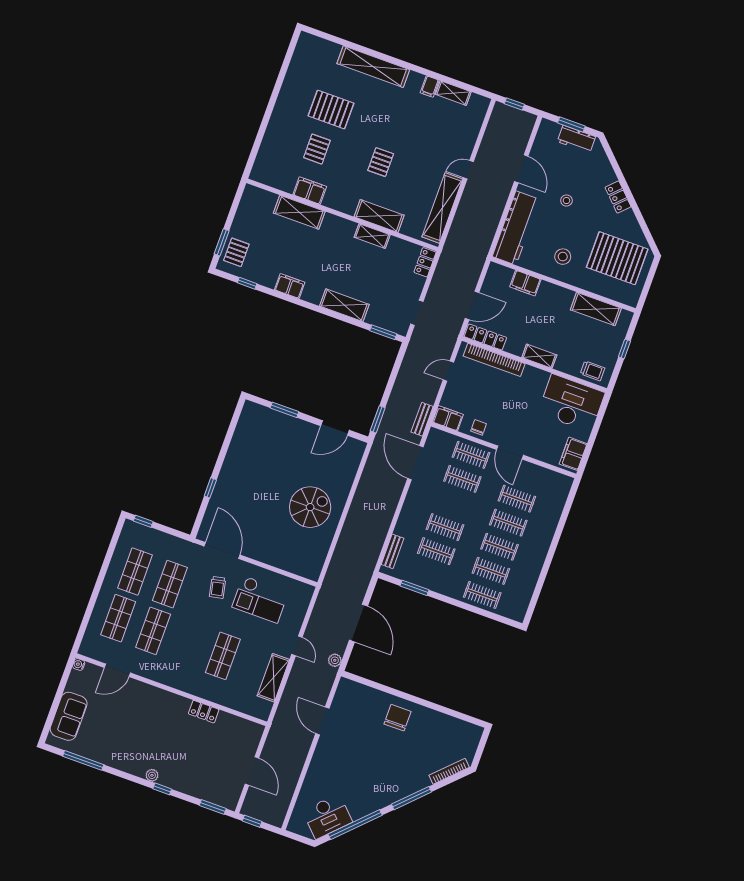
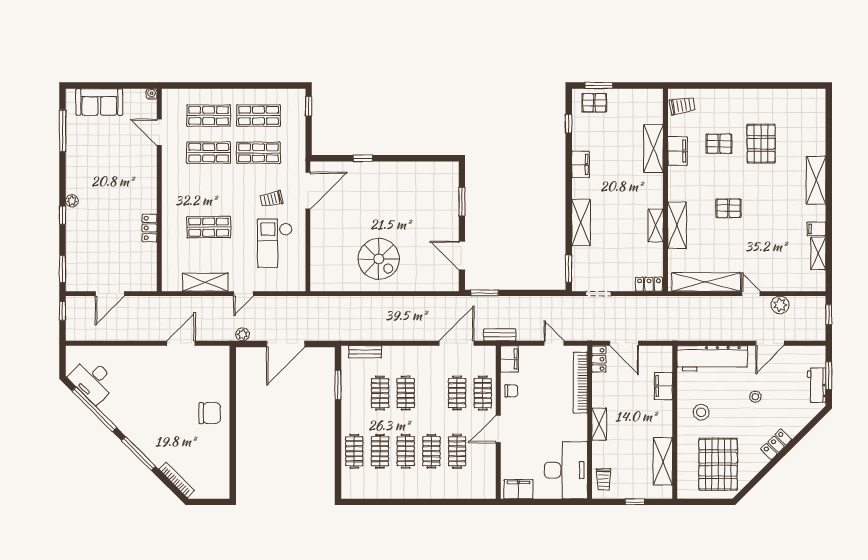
shelving: (373, 67) -> (816, 180), width x0.68
plant: (489, 146) -> (780, 305), added
trolley: (269, 171) -> (682, 106), added
locker: (485, 337) -> (599, 359), width x0.66

